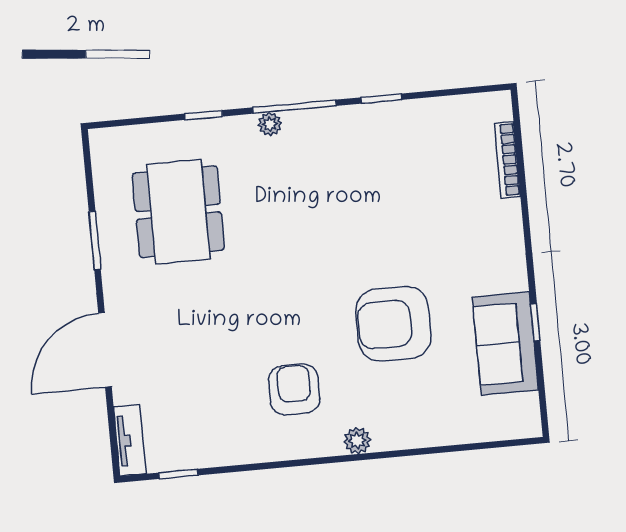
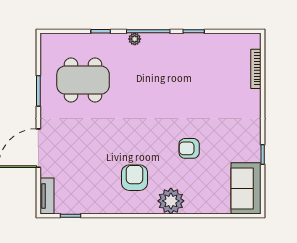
dining table: (178, 212) -> (83, 80), turned 90
armchair: (393, 324) -> (189, 148), width x0.53, depth x0.53
sofa: (505, 343) -> (246, 188), moved
plant: (357, 441) -> (171, 201), width x1.87, depth x1.87

